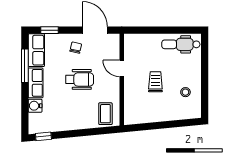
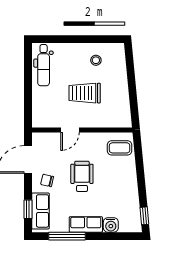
row of seats: (36, 50) -> (40, 211), moved, turned 90
trolley: (155, 82) -> (85, 93), width x1.36, depth x1.39

